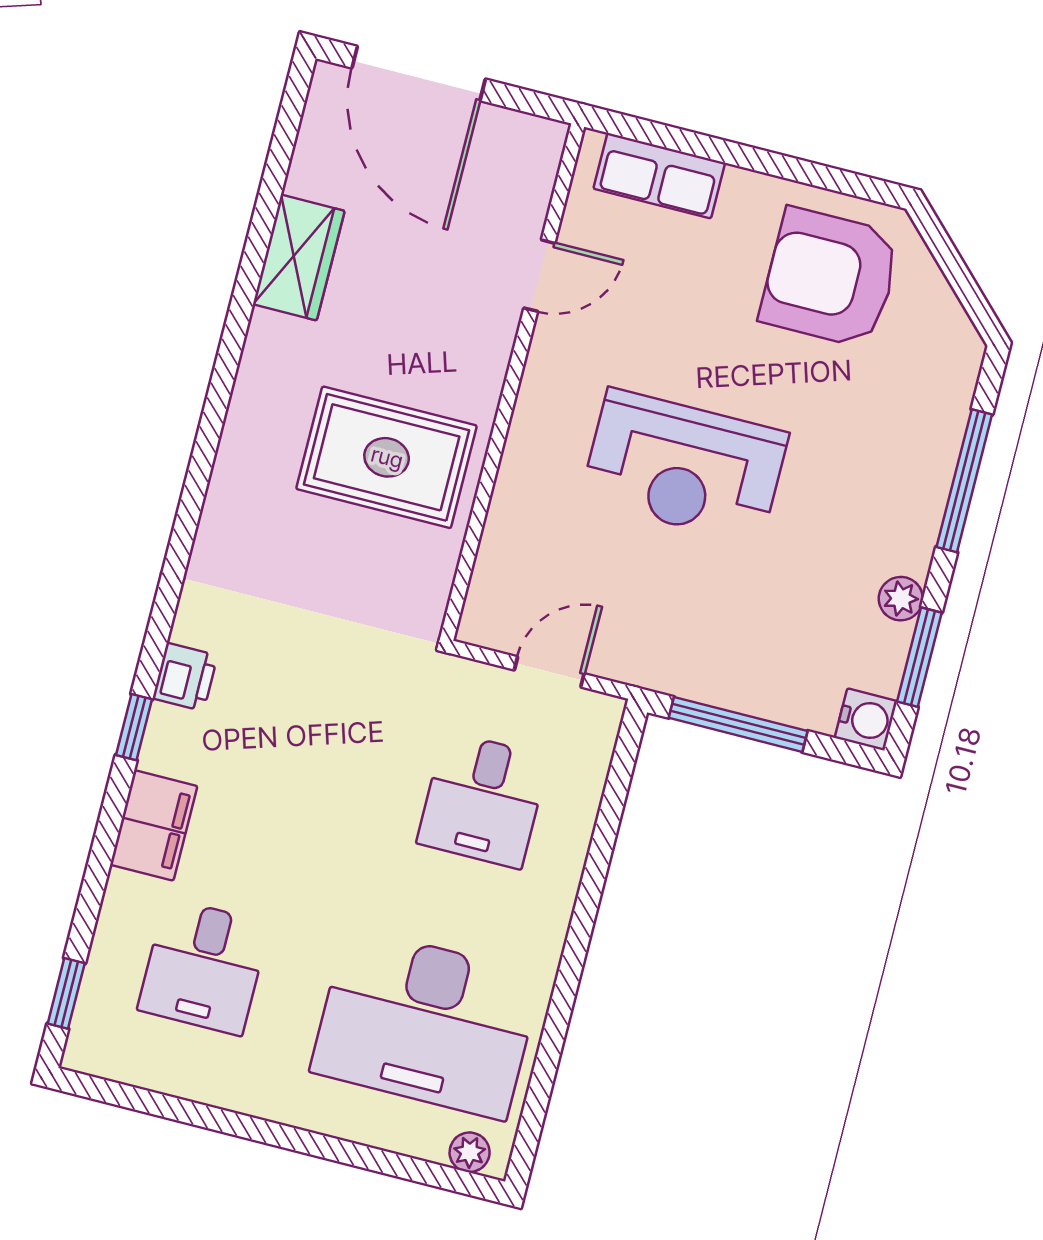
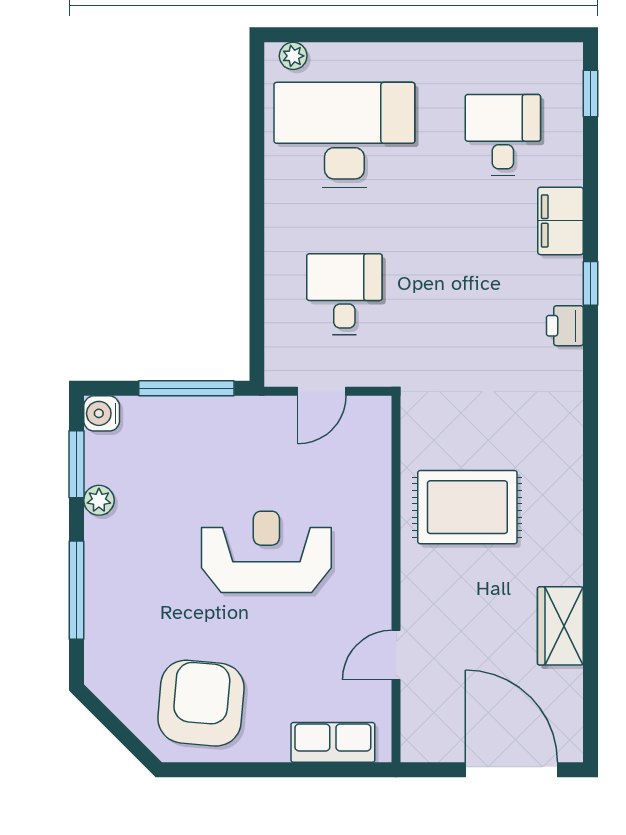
armchair: (830, 278) -> (201, 703), turned -85

